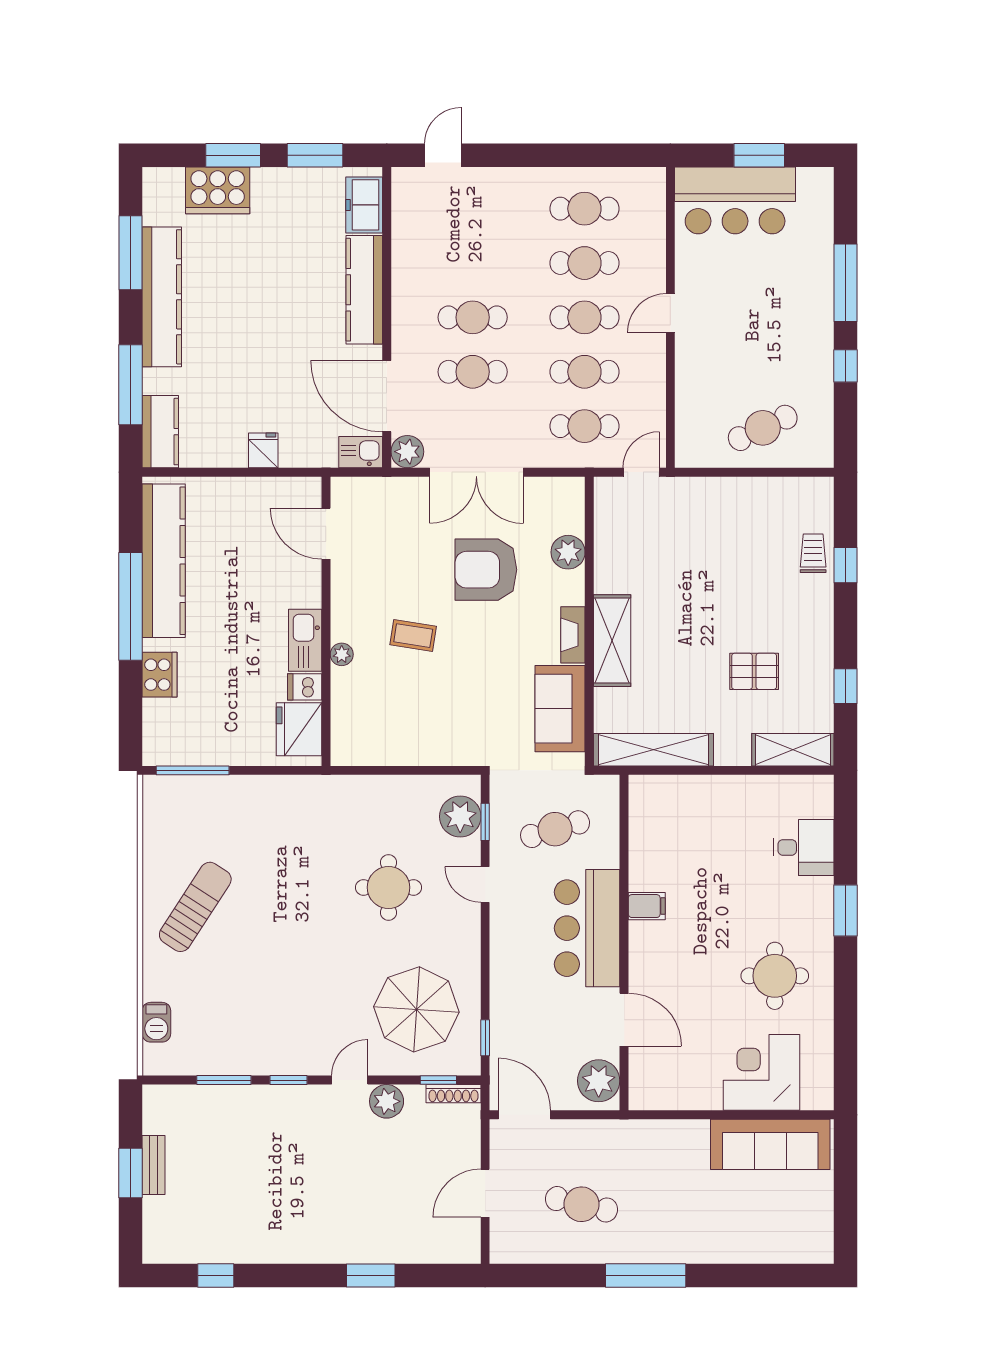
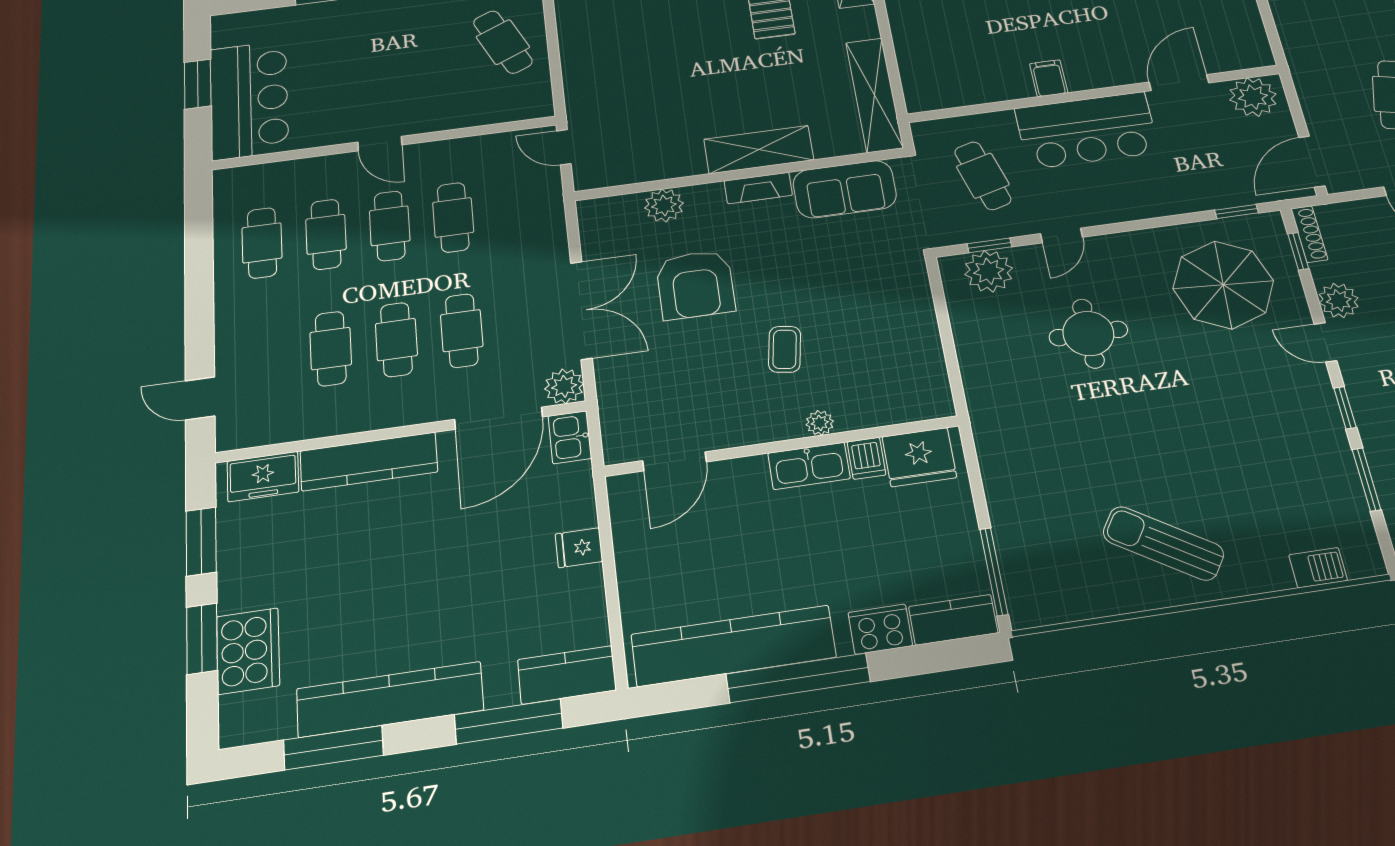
cafe table: (584, 426) -> (331, 349), moved
kitchen counter: (158, 732) -> (953, 620), added

